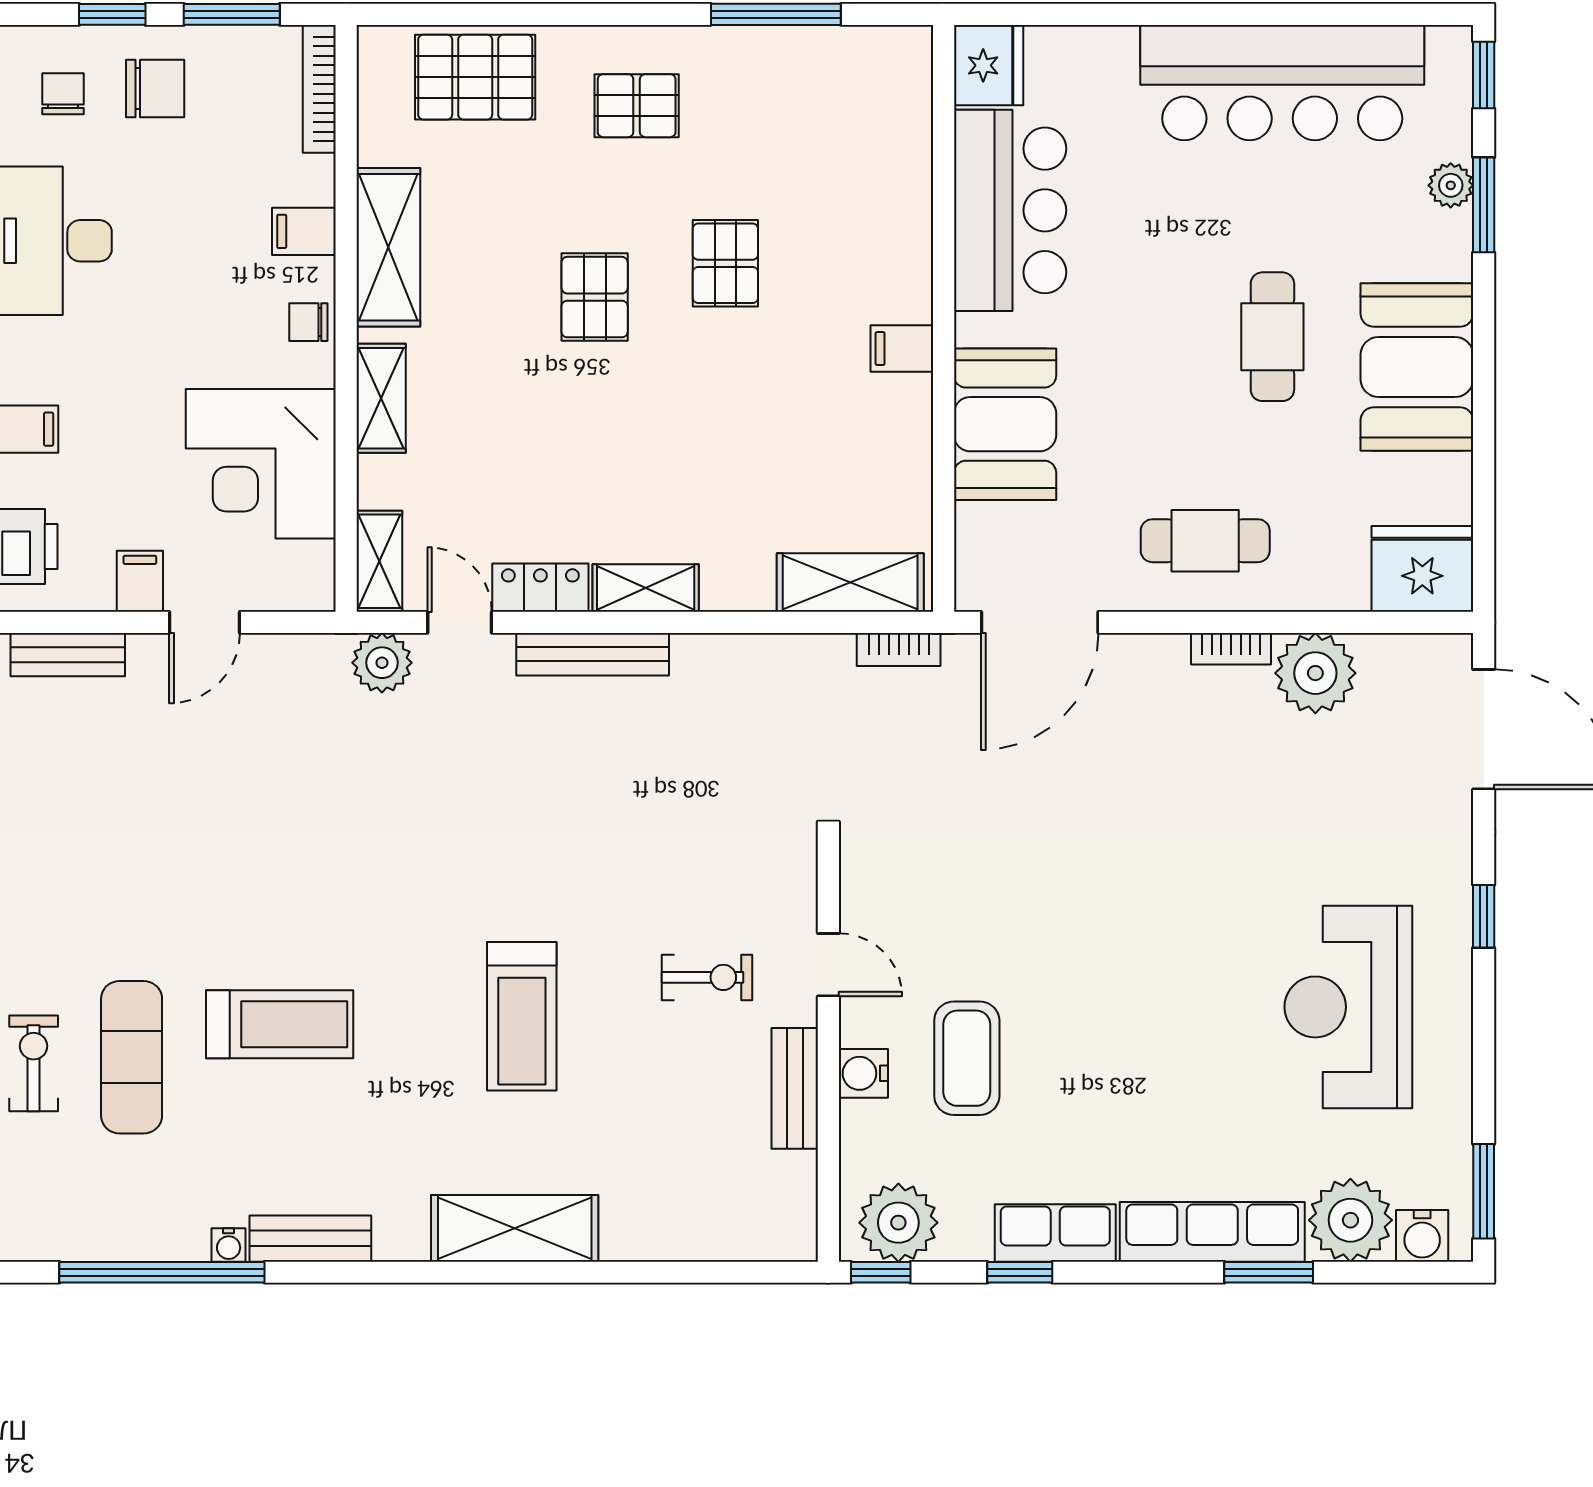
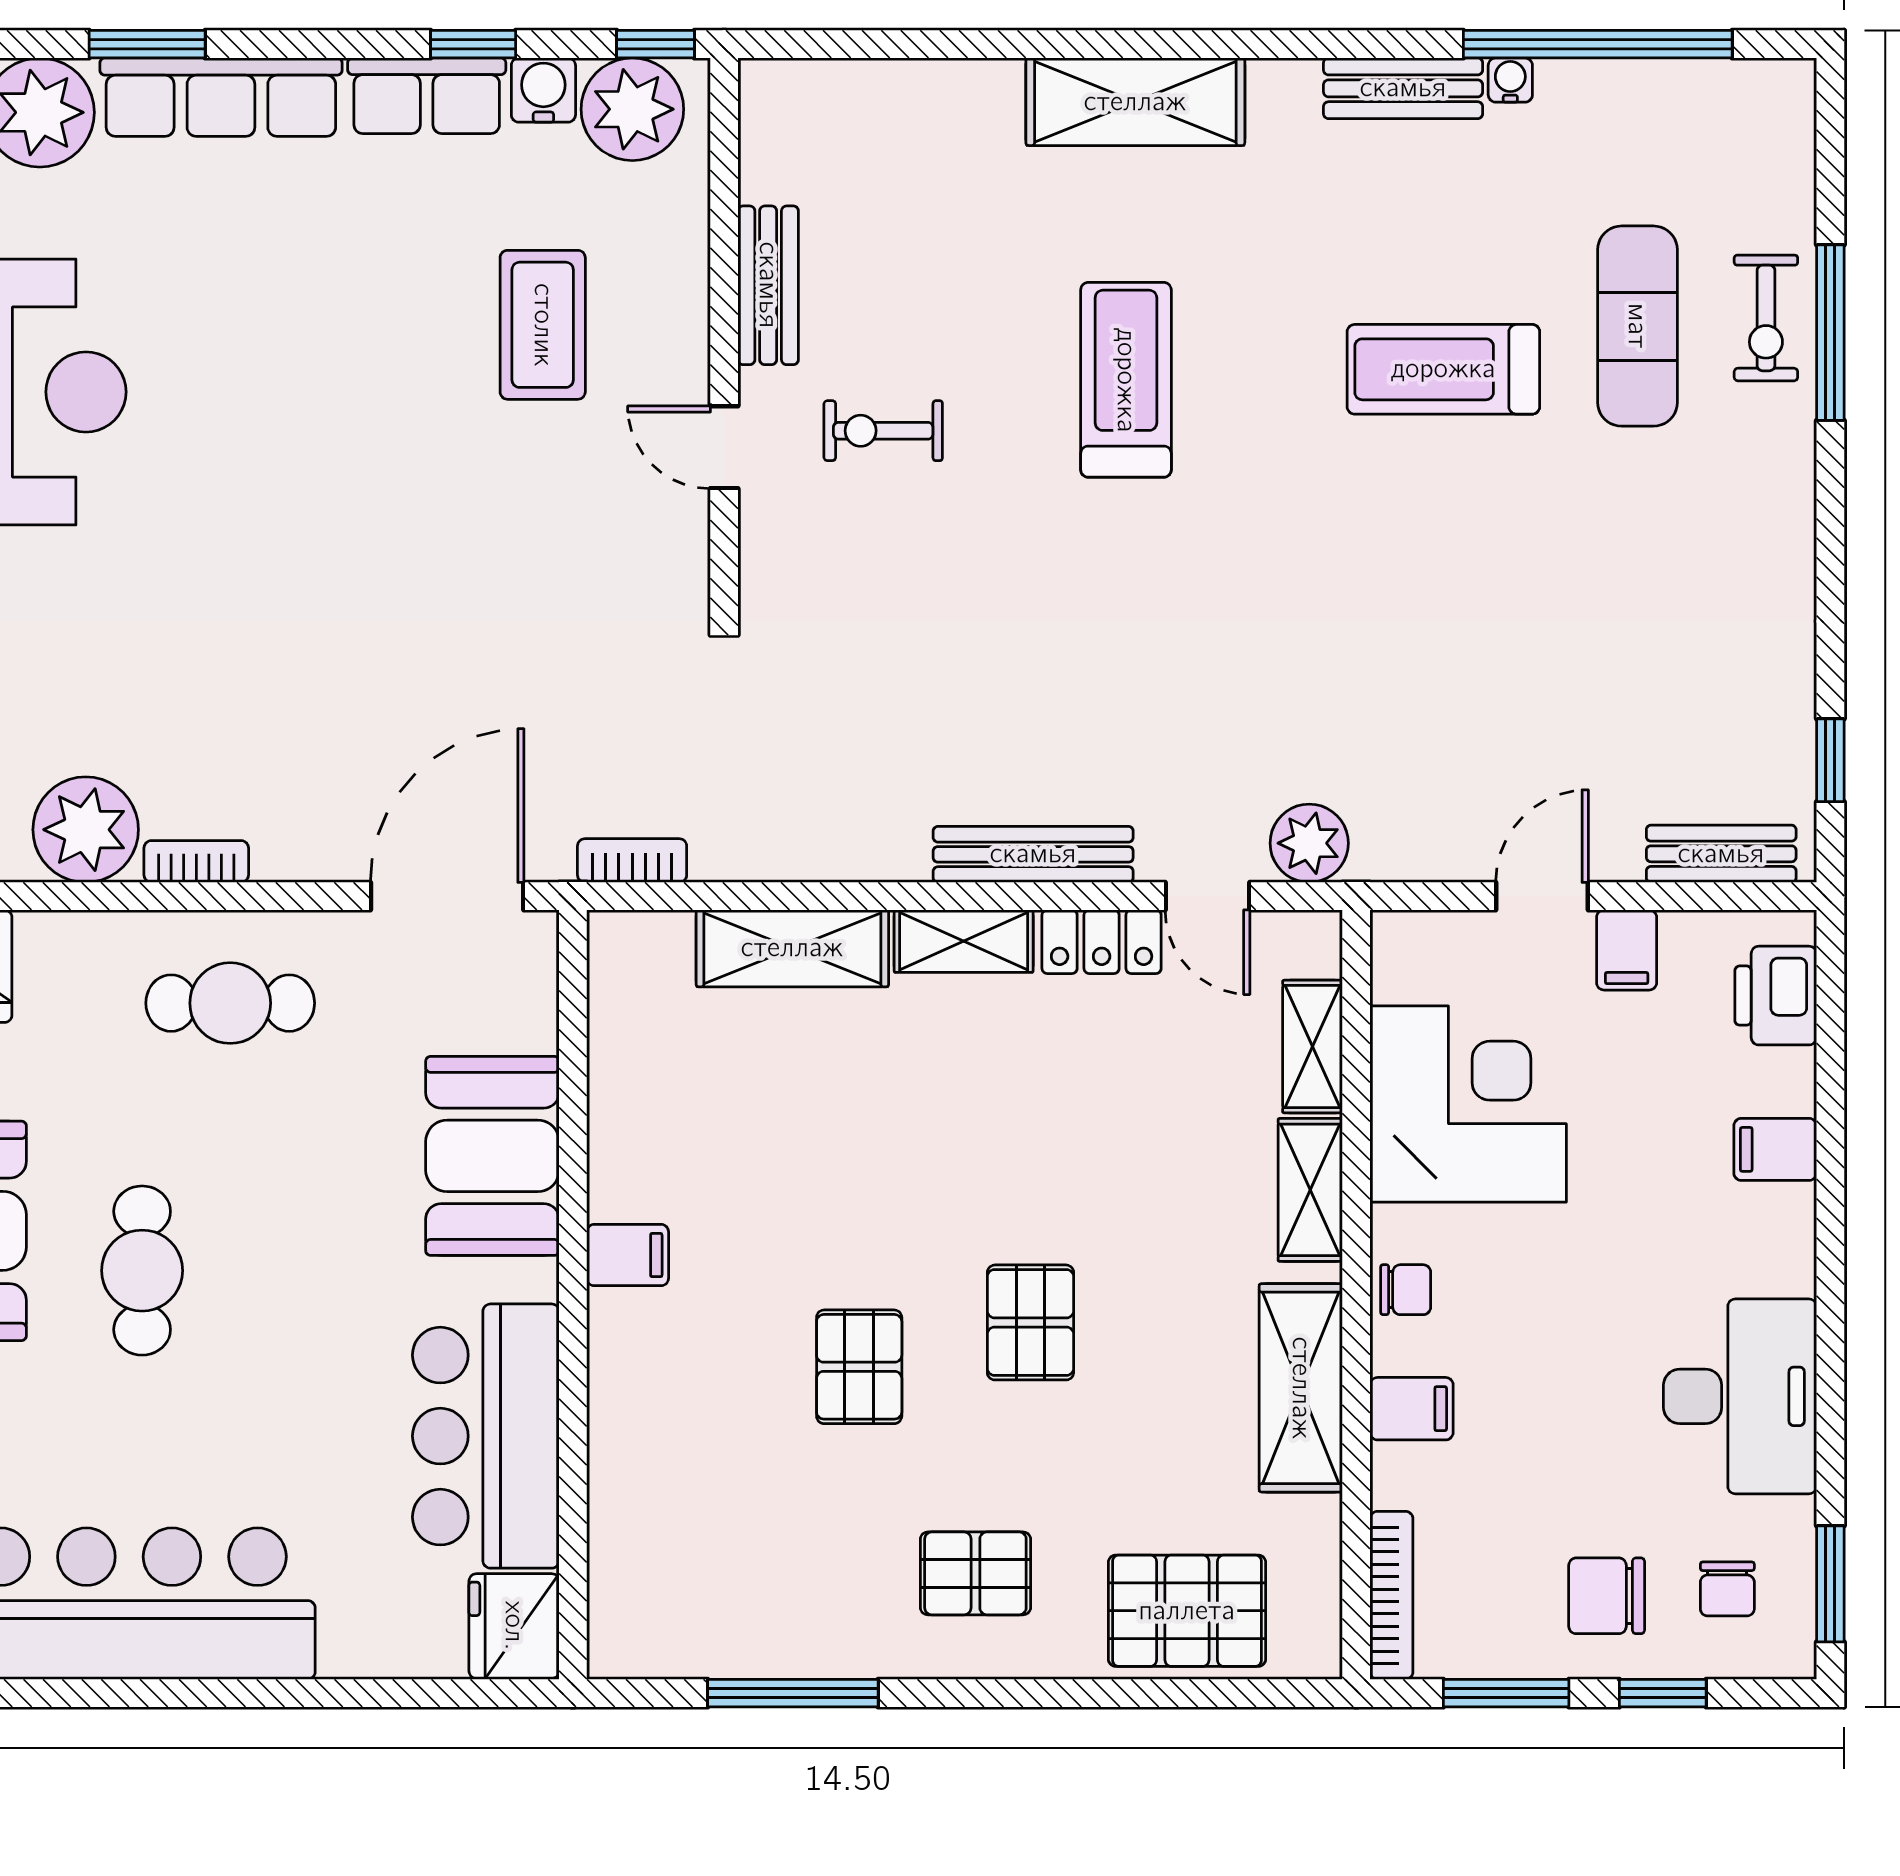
shelving: (379, 561) -> (1313, 1047), moved
shelving: (850, 582) -> (792, 948), moved
water cooler: (863, 1073) -> (543, 90), moved, turned -90

